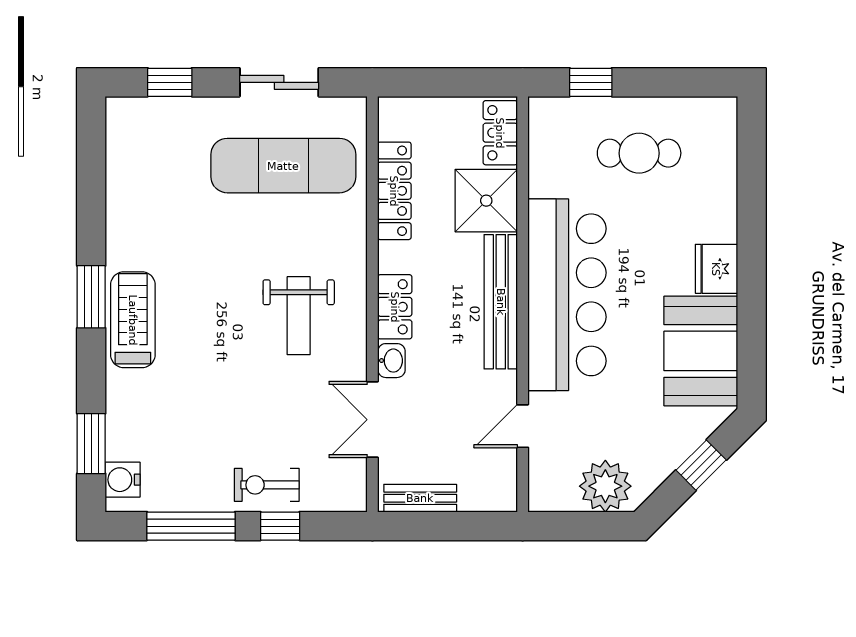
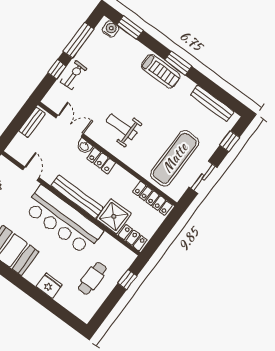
bench: (121, 172) -> (212, 103), added
locker: (394, 191) -> (152, 198), moved
fridge: (716, 269) -> (49, 286), moved

